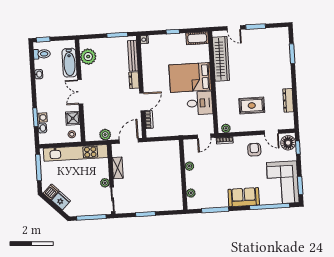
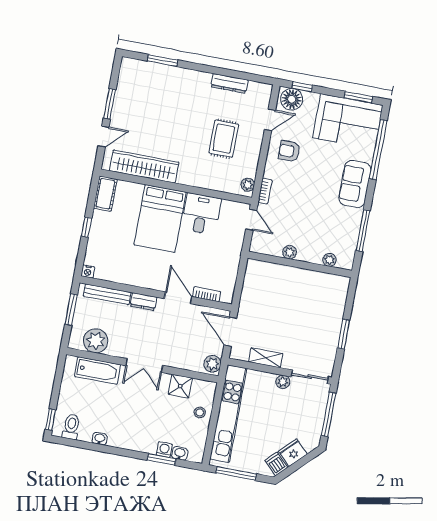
plant: (88, 57) -> (96, 341), moved
bathtub: (69, 63) -> (98, 371), moved
wall: (80, 91) -> (142, 365), moved
double door: (80, 92) -> (144, 366), moved
shower: (73, 118) -> (180, 386), moved

